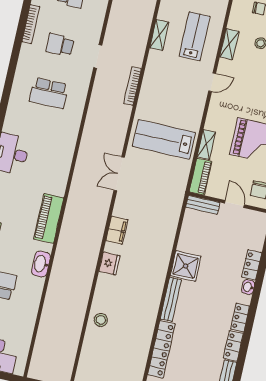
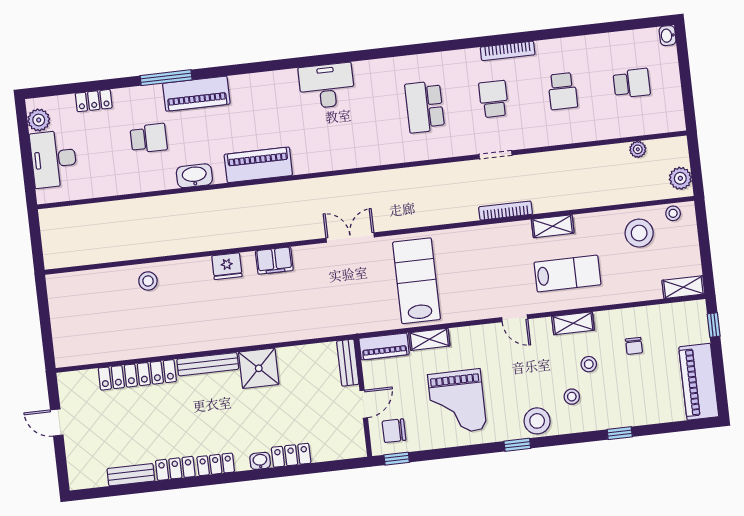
bookcase: (132, 86) -> (506, 211), moved

